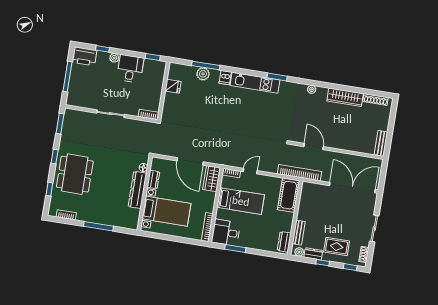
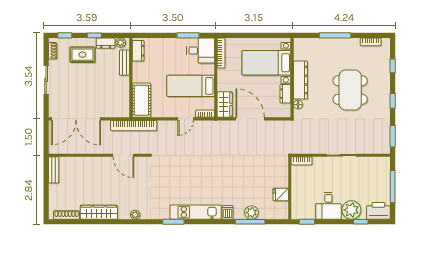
plant: (114, 58) -> (351, 210), width x1.87, depth x1.87
dining table: (75, 174) -> (350, 90), moved

